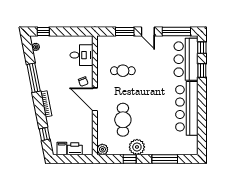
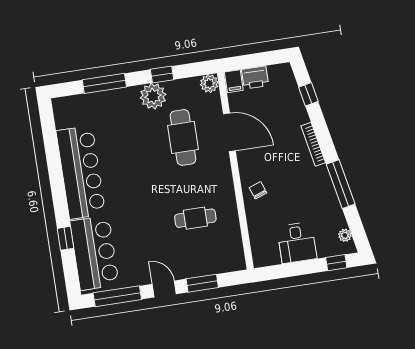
window: (202, 48) -> (71, 276), removed
desk: (82, 55) -> (297, 243), moved, turned -90
door: (95, 99) -> (229, 132), moved
filing cabinet: (62, 149) -> (234, 81), moved

